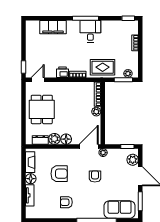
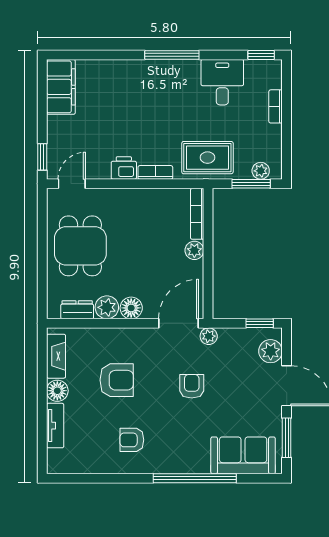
filing cabinet: (53, 27) -> (61, 87), moved, turned -90
desk: (90, 31) -> (222, 82), moved

